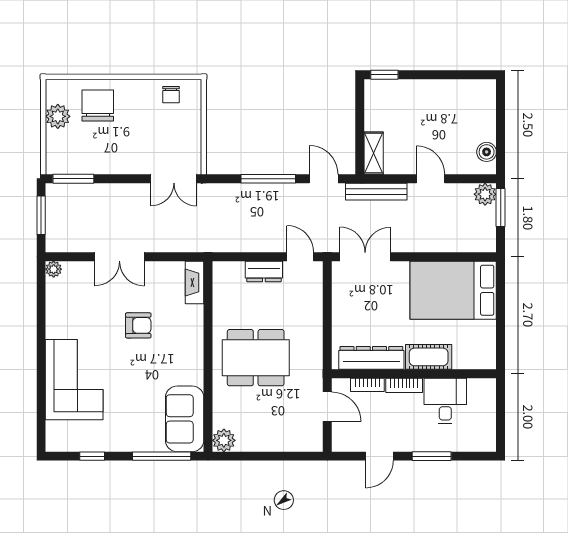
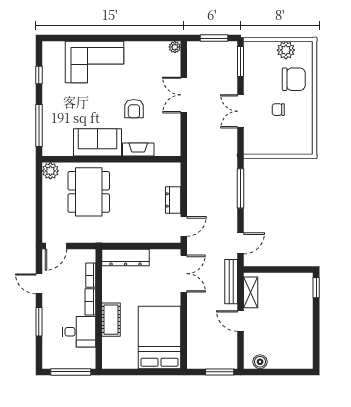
chair: (171, 95) -> (278, 110), moved
shelving: (374, 153) -> (251, 292), moved, turned 90
double door: (174, 179) -> (241, 111), moved
window: (268, 179) -> (241, 188), moved
door: (431, 179) -> (241, 321), swing flipped
plant: (485, 194) -> (229, 361), removed
fireplace: (195, 283) -> (138, 150), moved
dining table: (256, 358) -> (89, 192), moved
dresser: (371, 358) -> (126, 258), moved, turned 90
door: (327, 407) -> (56, 246), moved
window: (501, 412) -> (71, 372), added
sofa: (185, 419) -> (97, 142), moved

